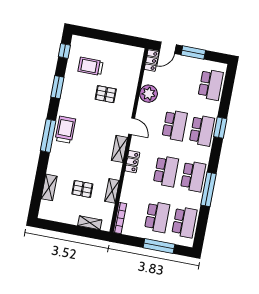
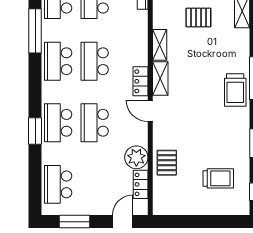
window: (193, 53) -> (74, 222), moved
locker: (152, 61) -> (141, 184), moved
pallet: (106, 94) -> (167, 163), moved, turned 90
locker: (132, 162) -> (141, 81), moved
window: (209, 189) -> (35, 31), moved
shelving: (112, 191) -> (160, 45), moved

